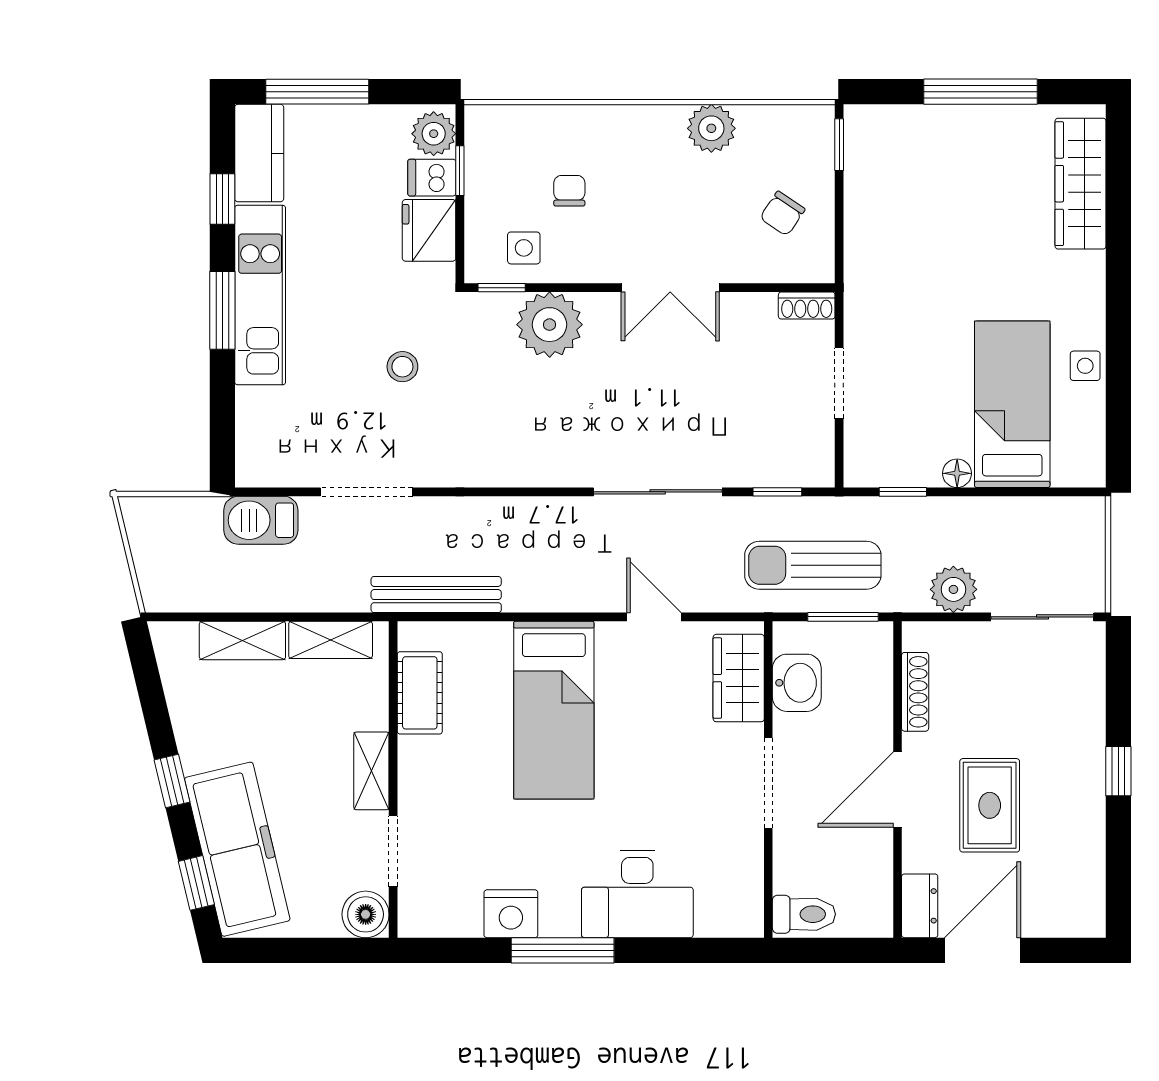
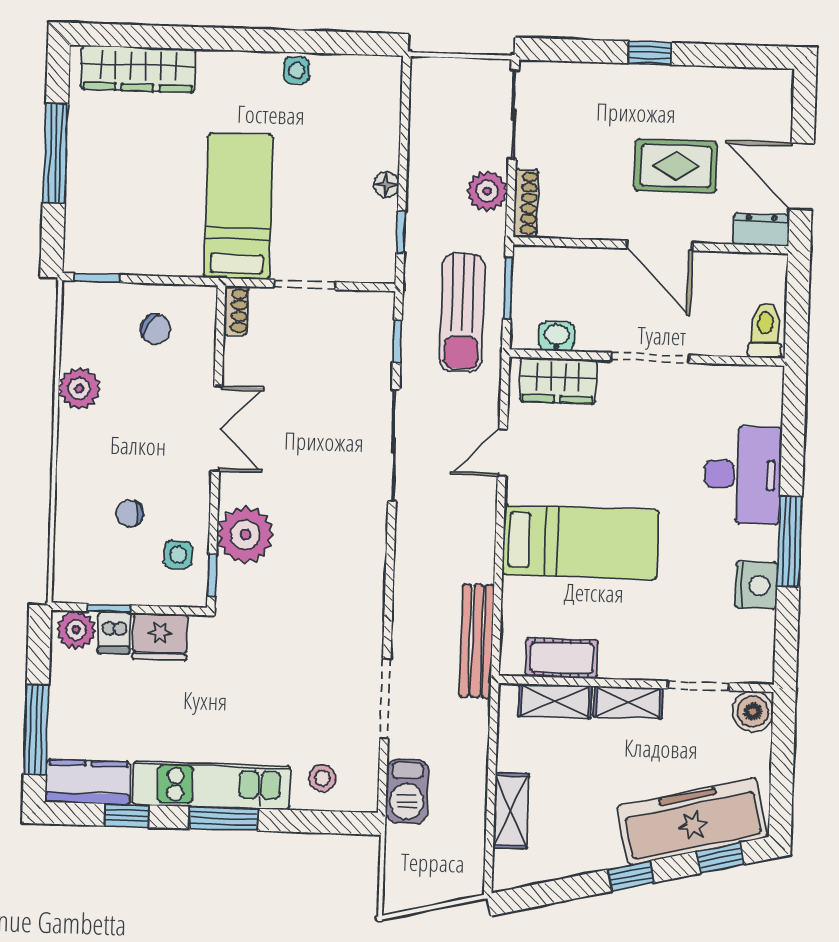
stool: (402, 367) -> (322, 778), moved
bed: (1012, 404) -> (239, 206), moved, turned 90
shelving: (331, 640) -> (555, 701), moved, turned 90
washbasin: (797, 683) -> (557, 336), width x0.72, depth x0.69
shoe rack: (915, 692) -> (526, 203), moved, turned 90

